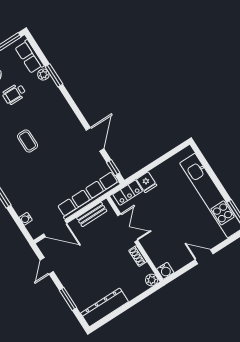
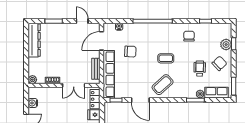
coffee table: (60, 125) -> (163, 85), added
chair: (46, 187) -> (130, 51), added
water cooler: (165, 271) -> (33, 103), moved

